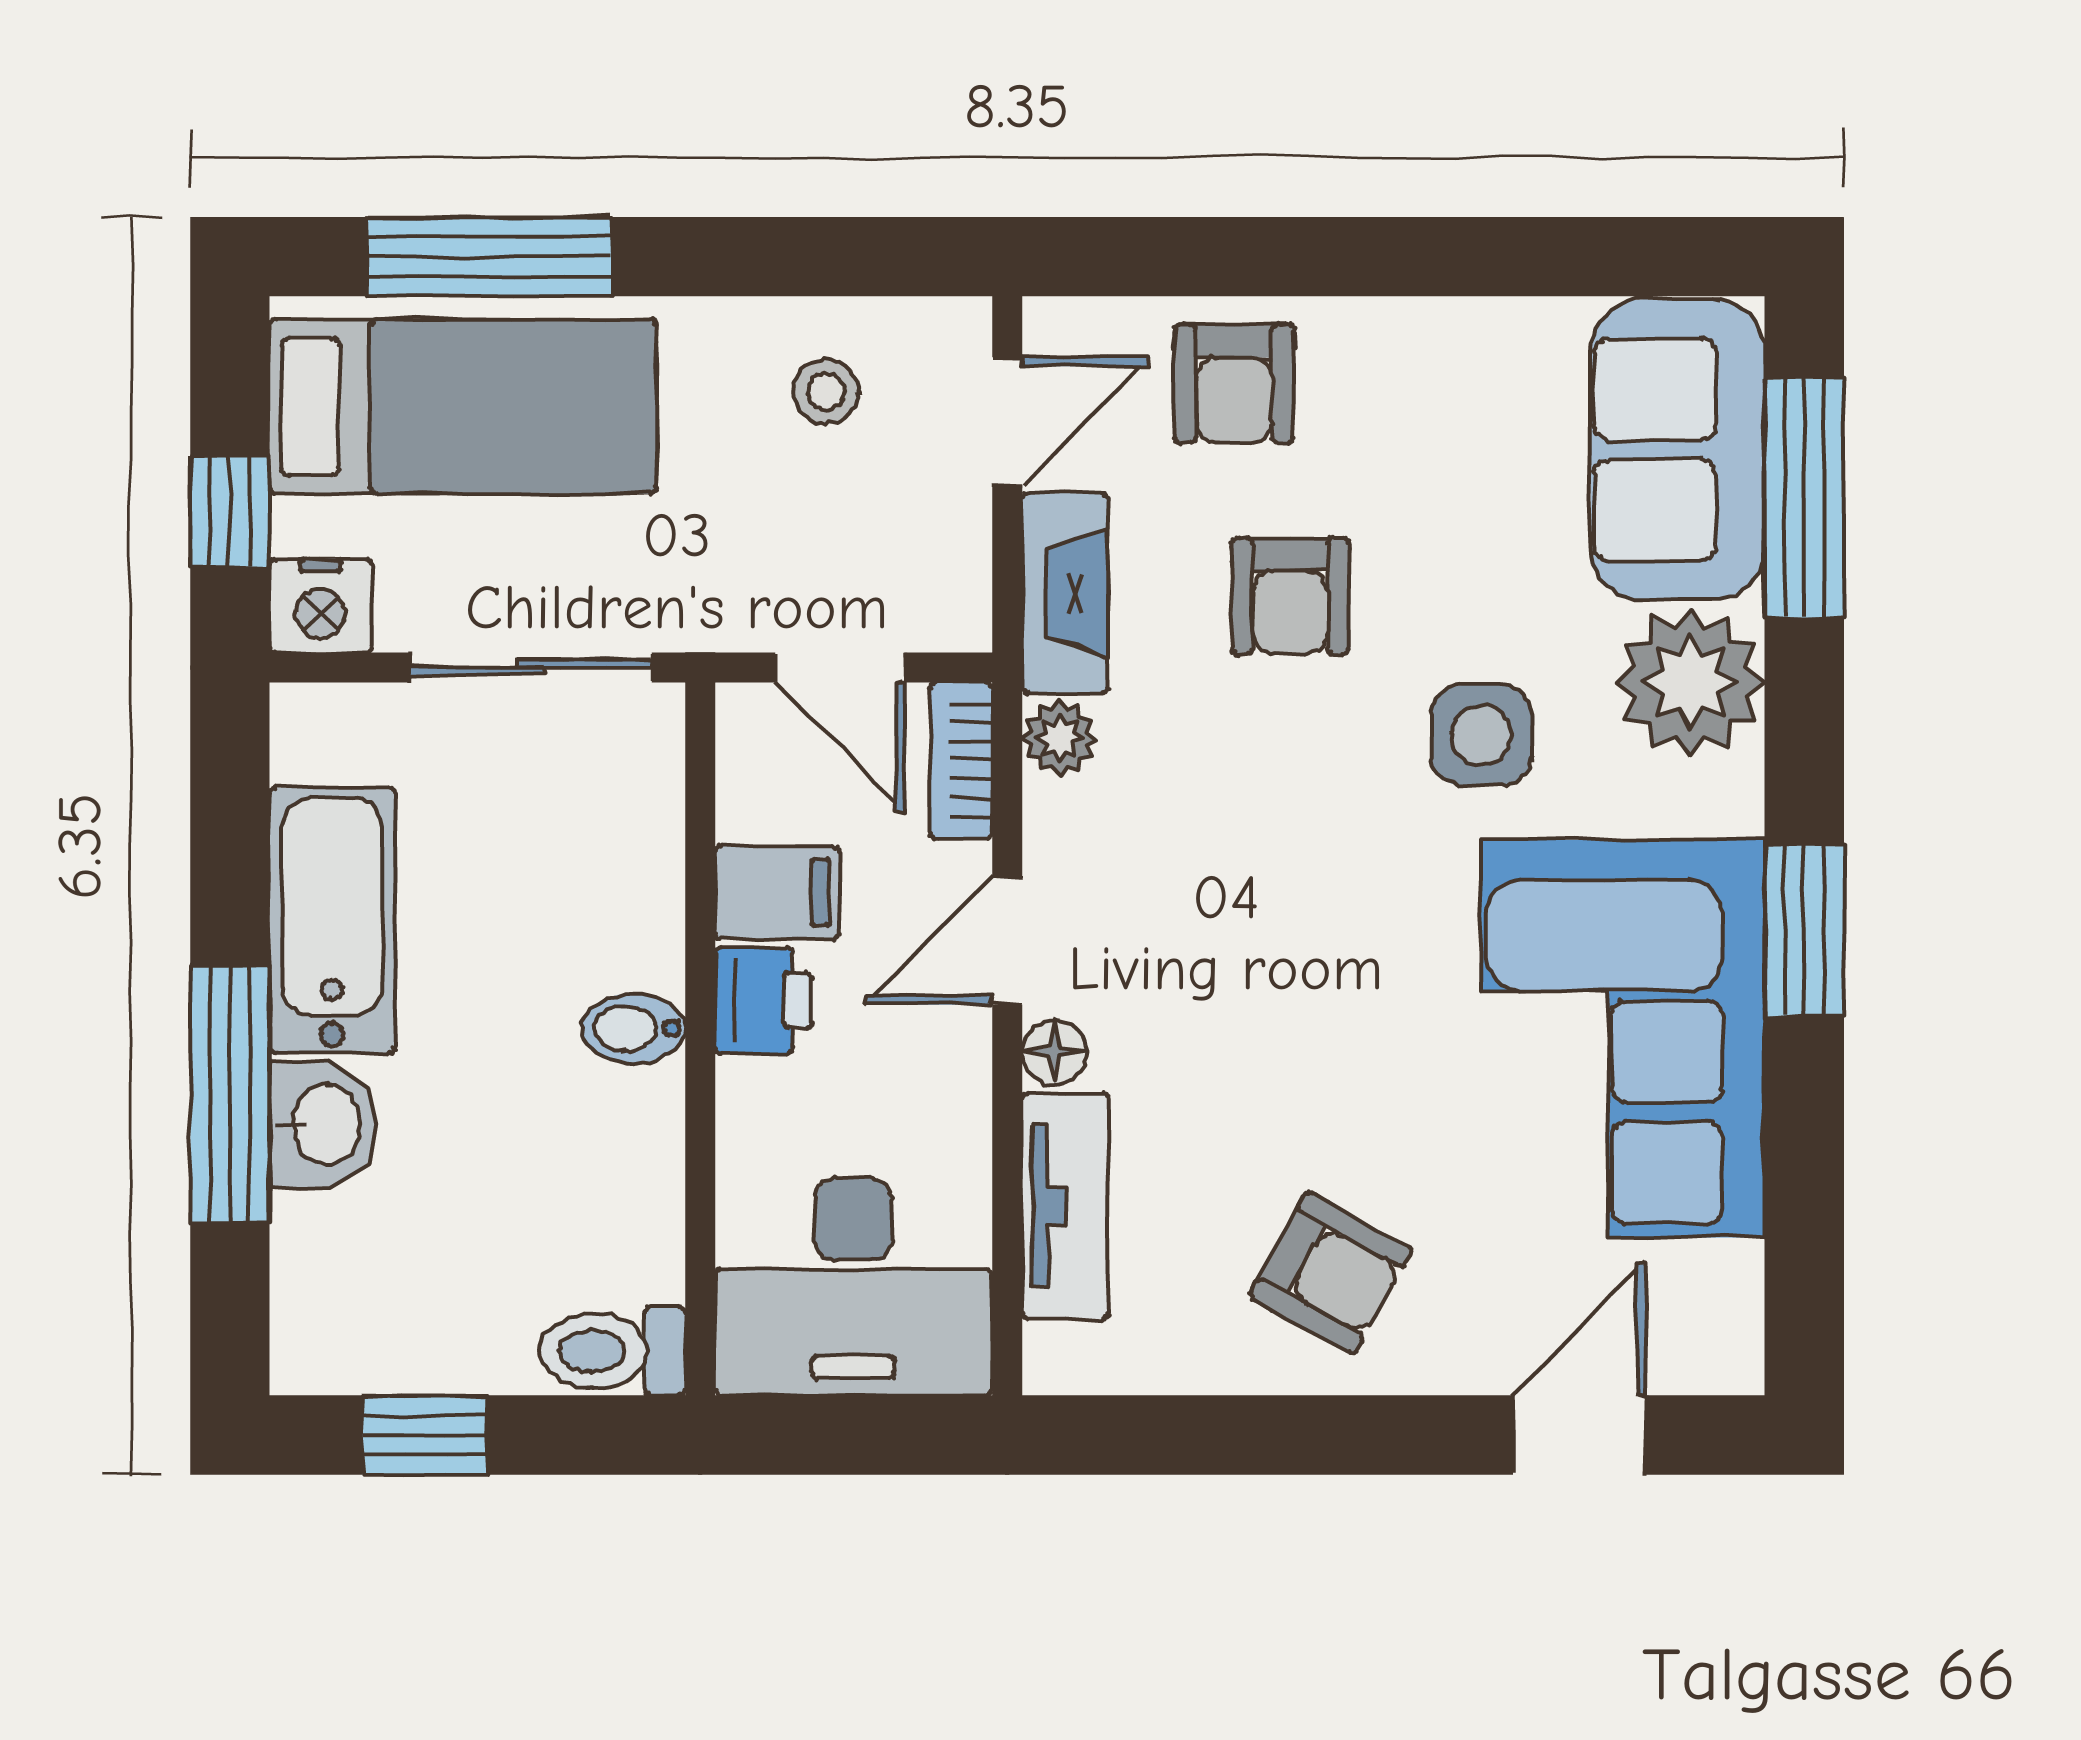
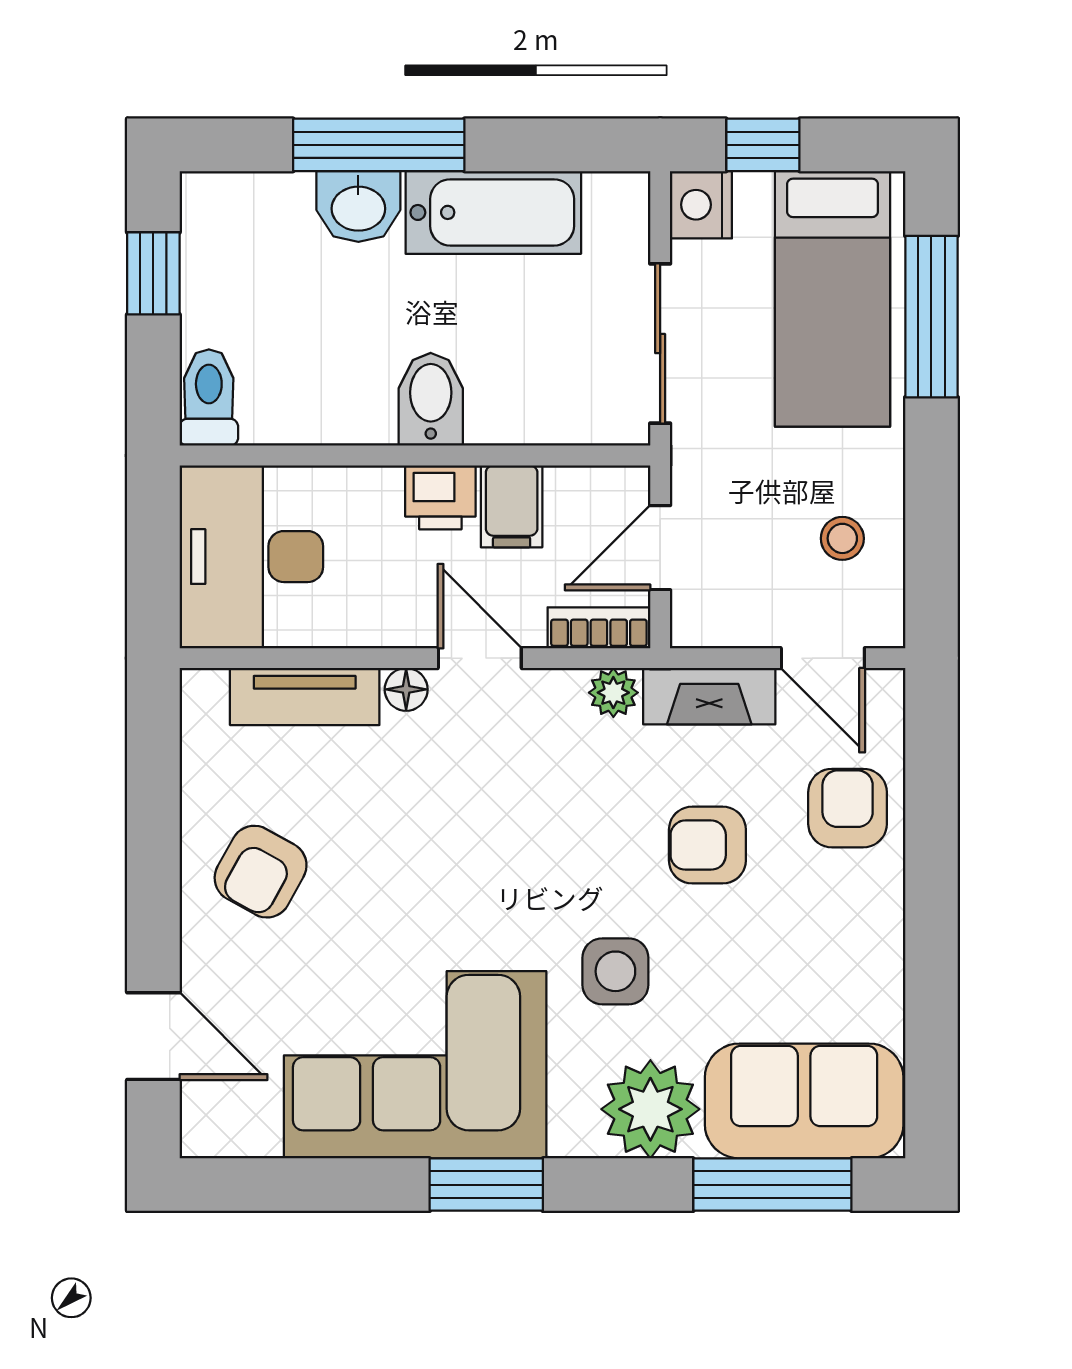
armchair: (1234, 384) -> (848, 808), turned 90
bidet: (634, 1028) -> (431, 399), width x1.38, depth x1.36

